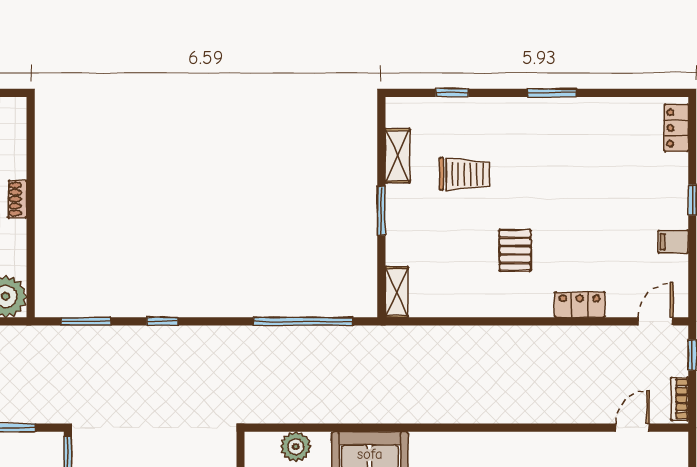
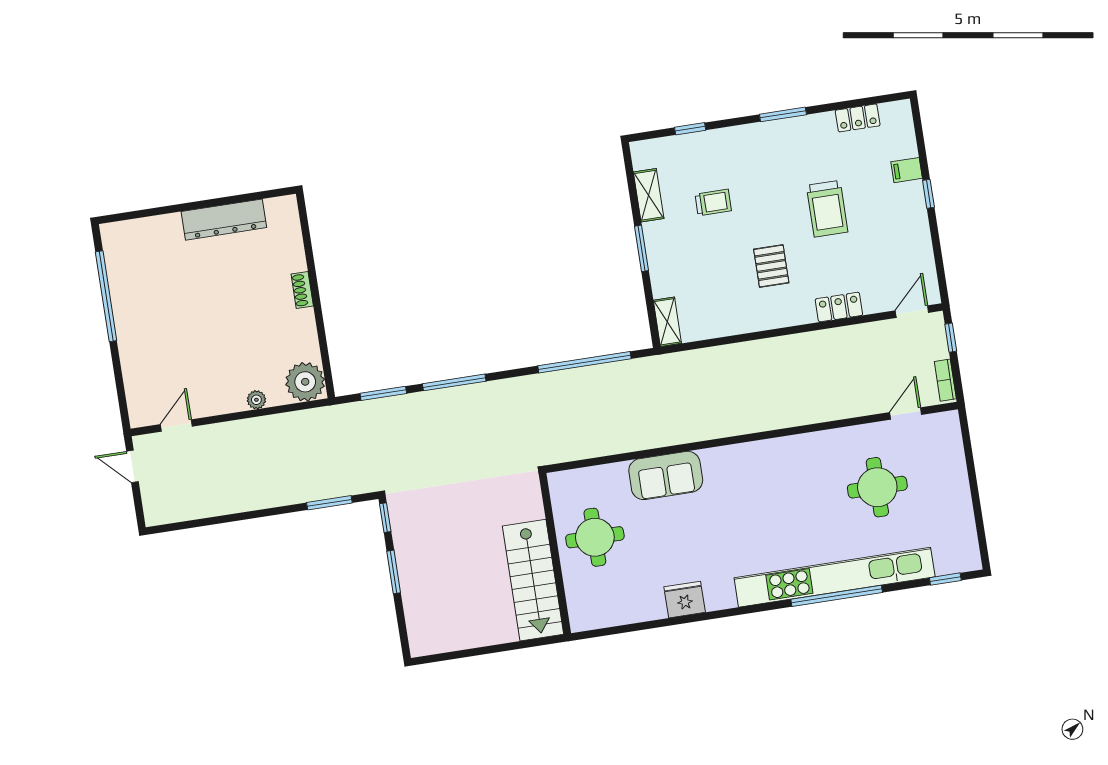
locker: (676, 128) -> (858, 118), moved, turned -90
trolley: (464, 174) -> (713, 202), width x0.73, depth x0.72
trolley: (583, 199) -> (827, 209), added
filing cabinet: (673, 242) -> (907, 170), moved
window: (162, 321) -> (454, 382), width x2.17
plant: (296, 447) -> (596, 480), removed

